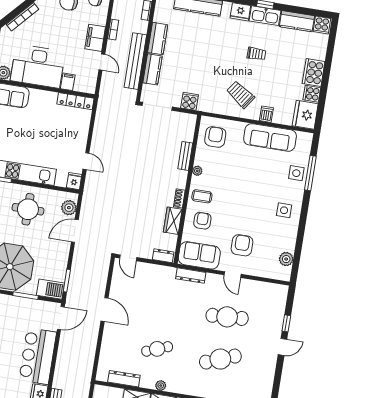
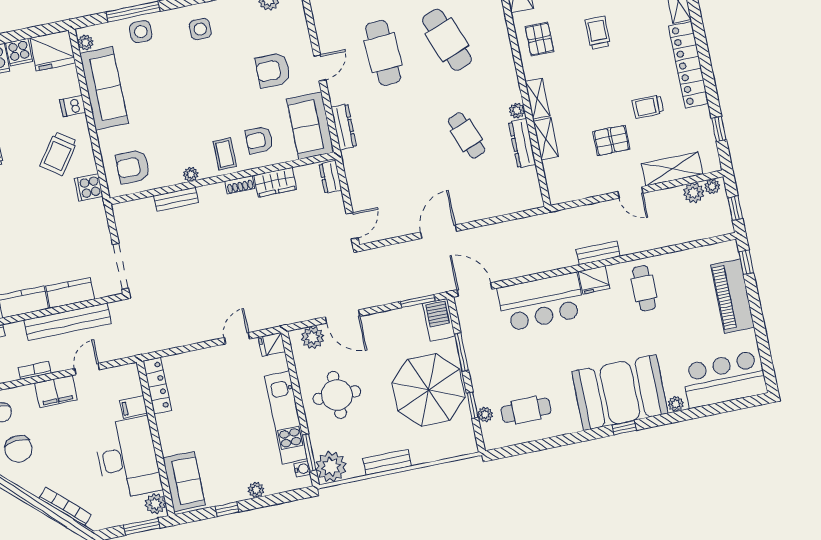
cooker: (190, 101) -> (89, 187), moved
plant: (302, 137) -> (85, 42), added
dresser: (124, 379) -> (522, 143), moved

